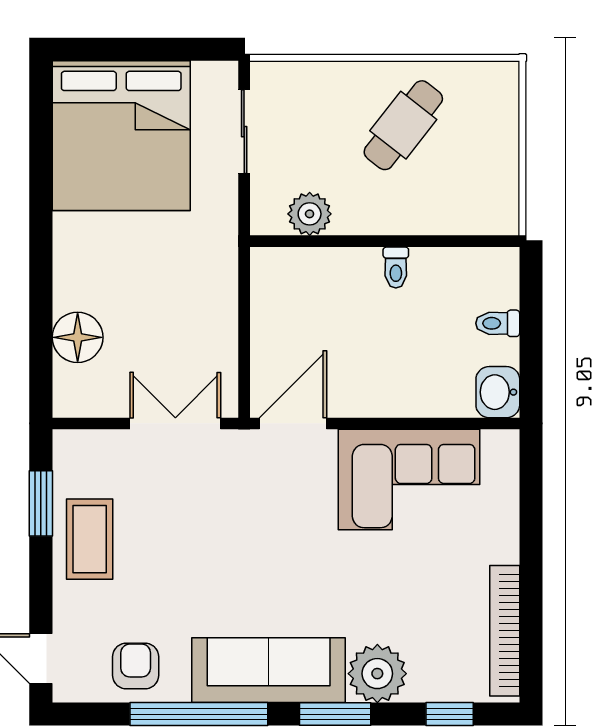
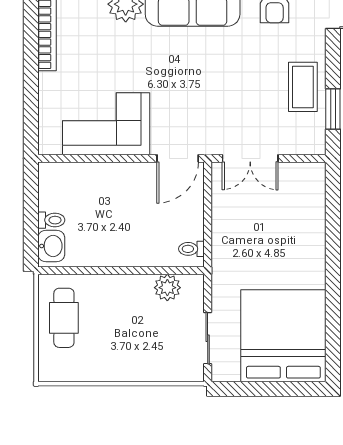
cafe table: (403, 125) -> (64, 318), moved, turned -38
toilet: (396, 267) -> (191, 249), moved, turned -90
floor lamp: (78, 337) -> (310, 211), removed
washbasin: (498, 392) -> (51, 246), moved

